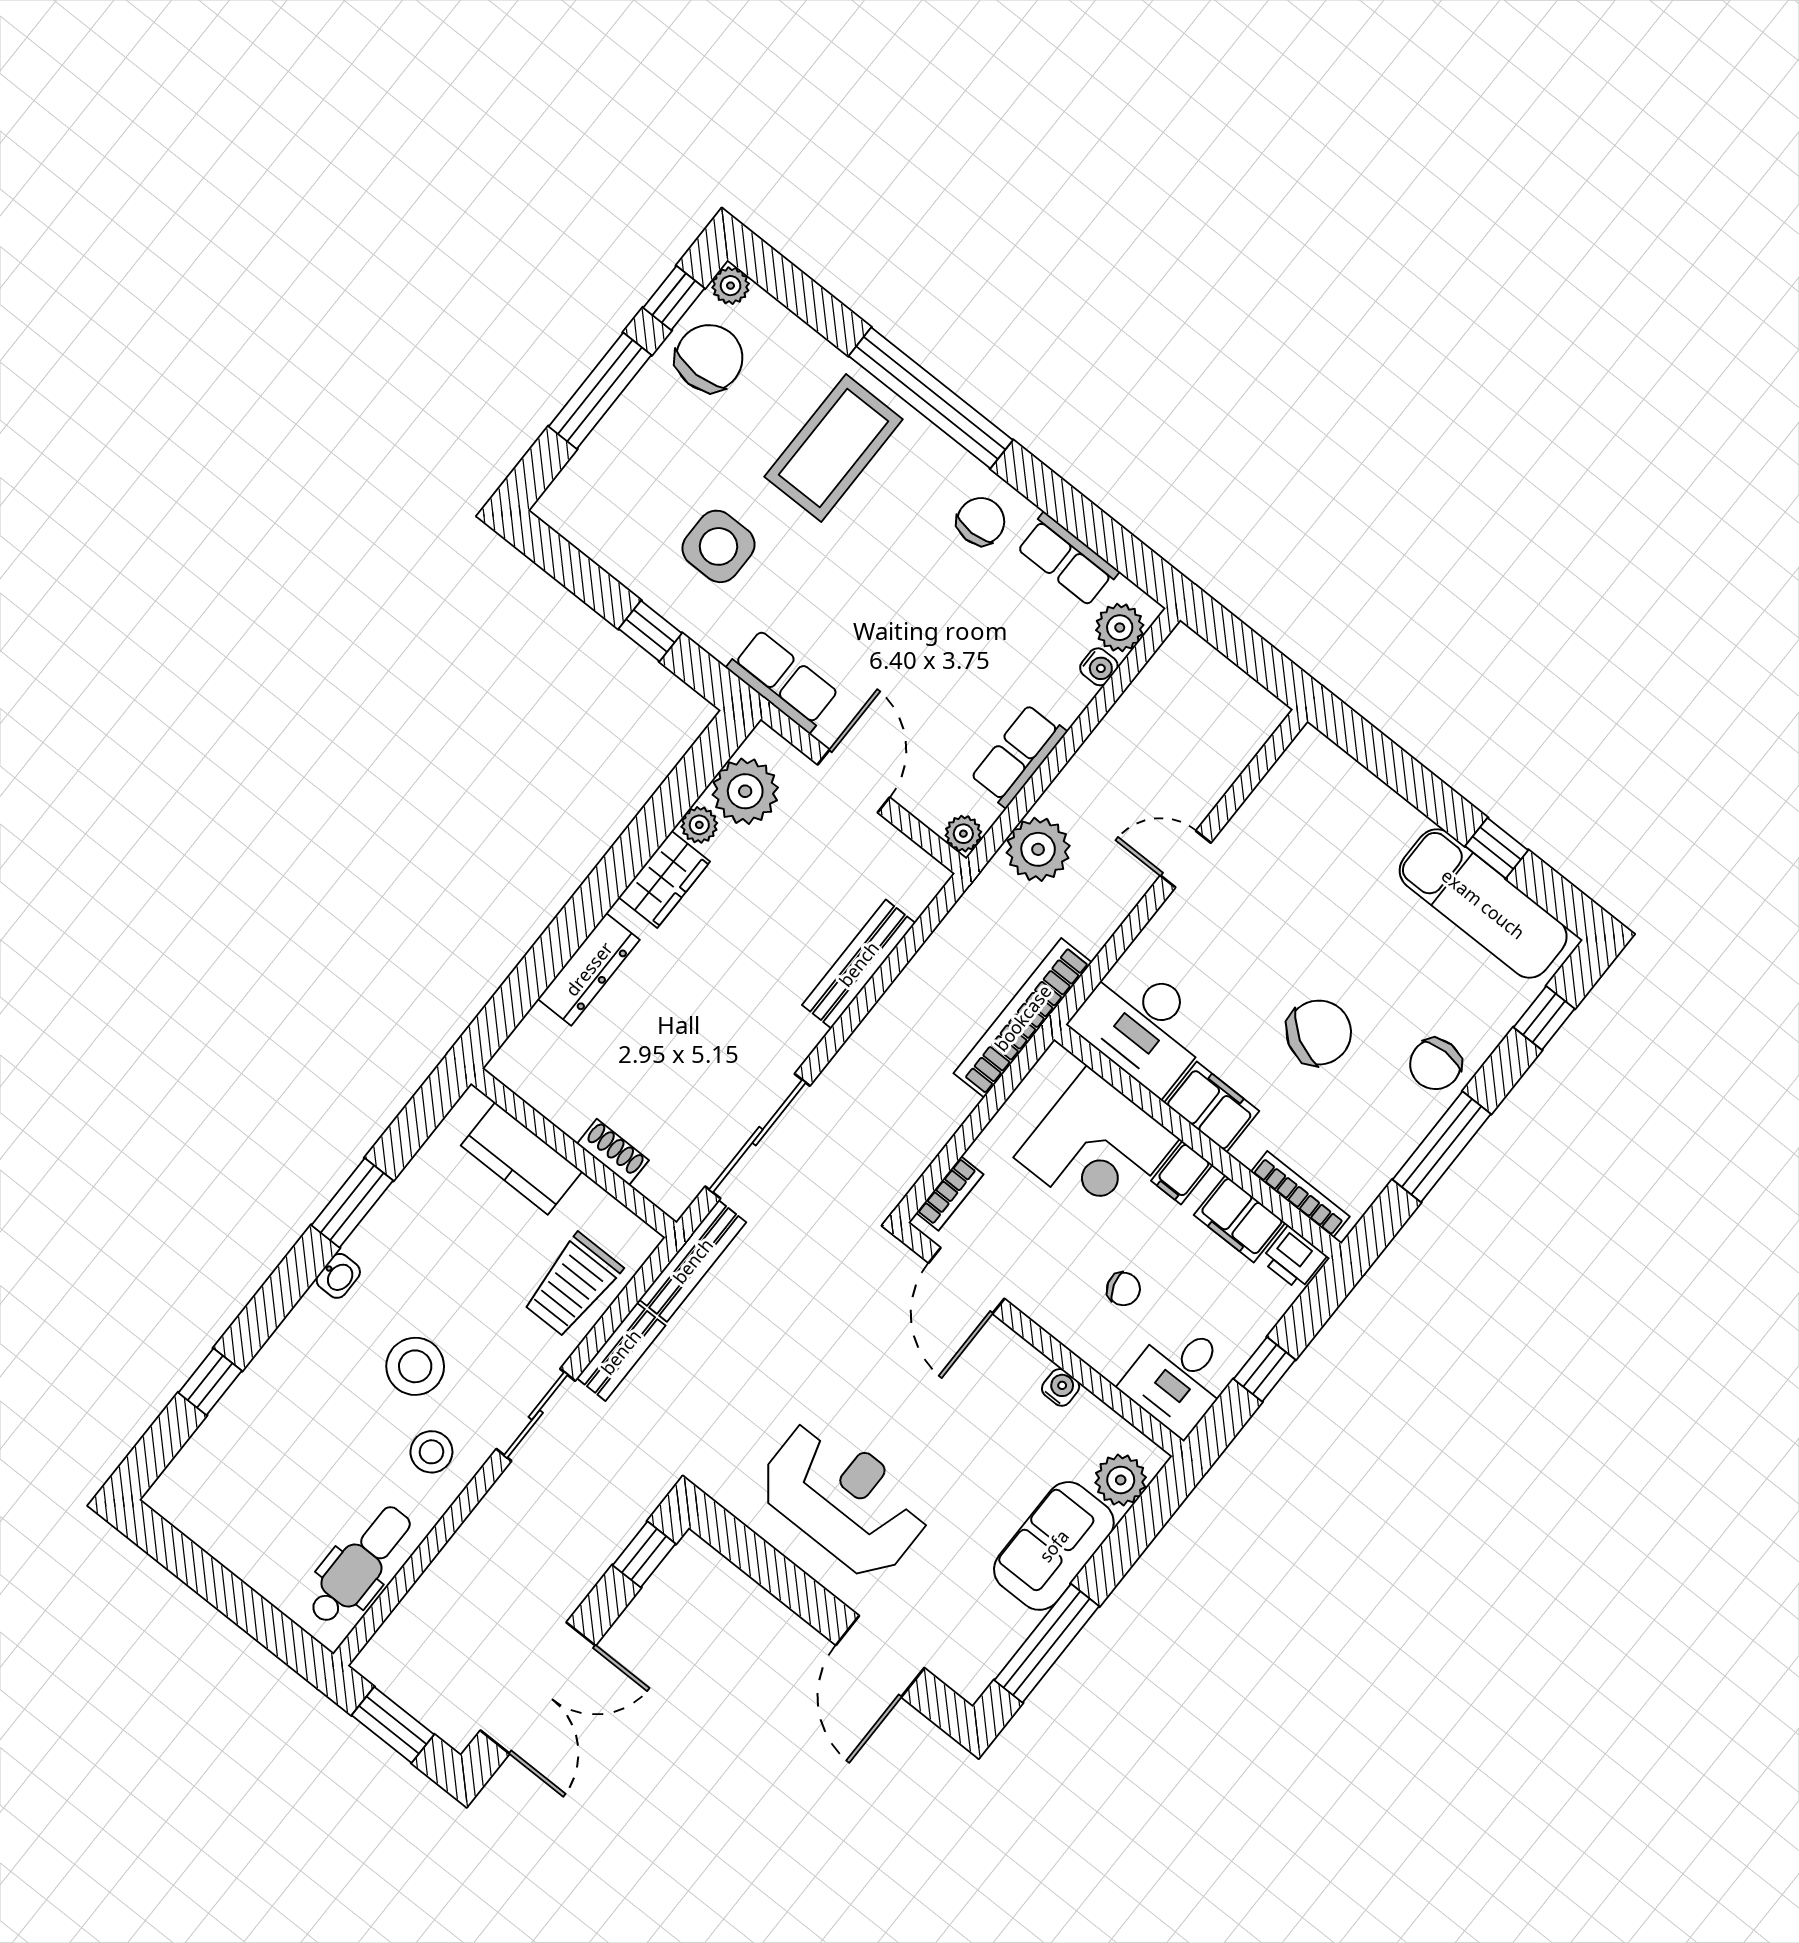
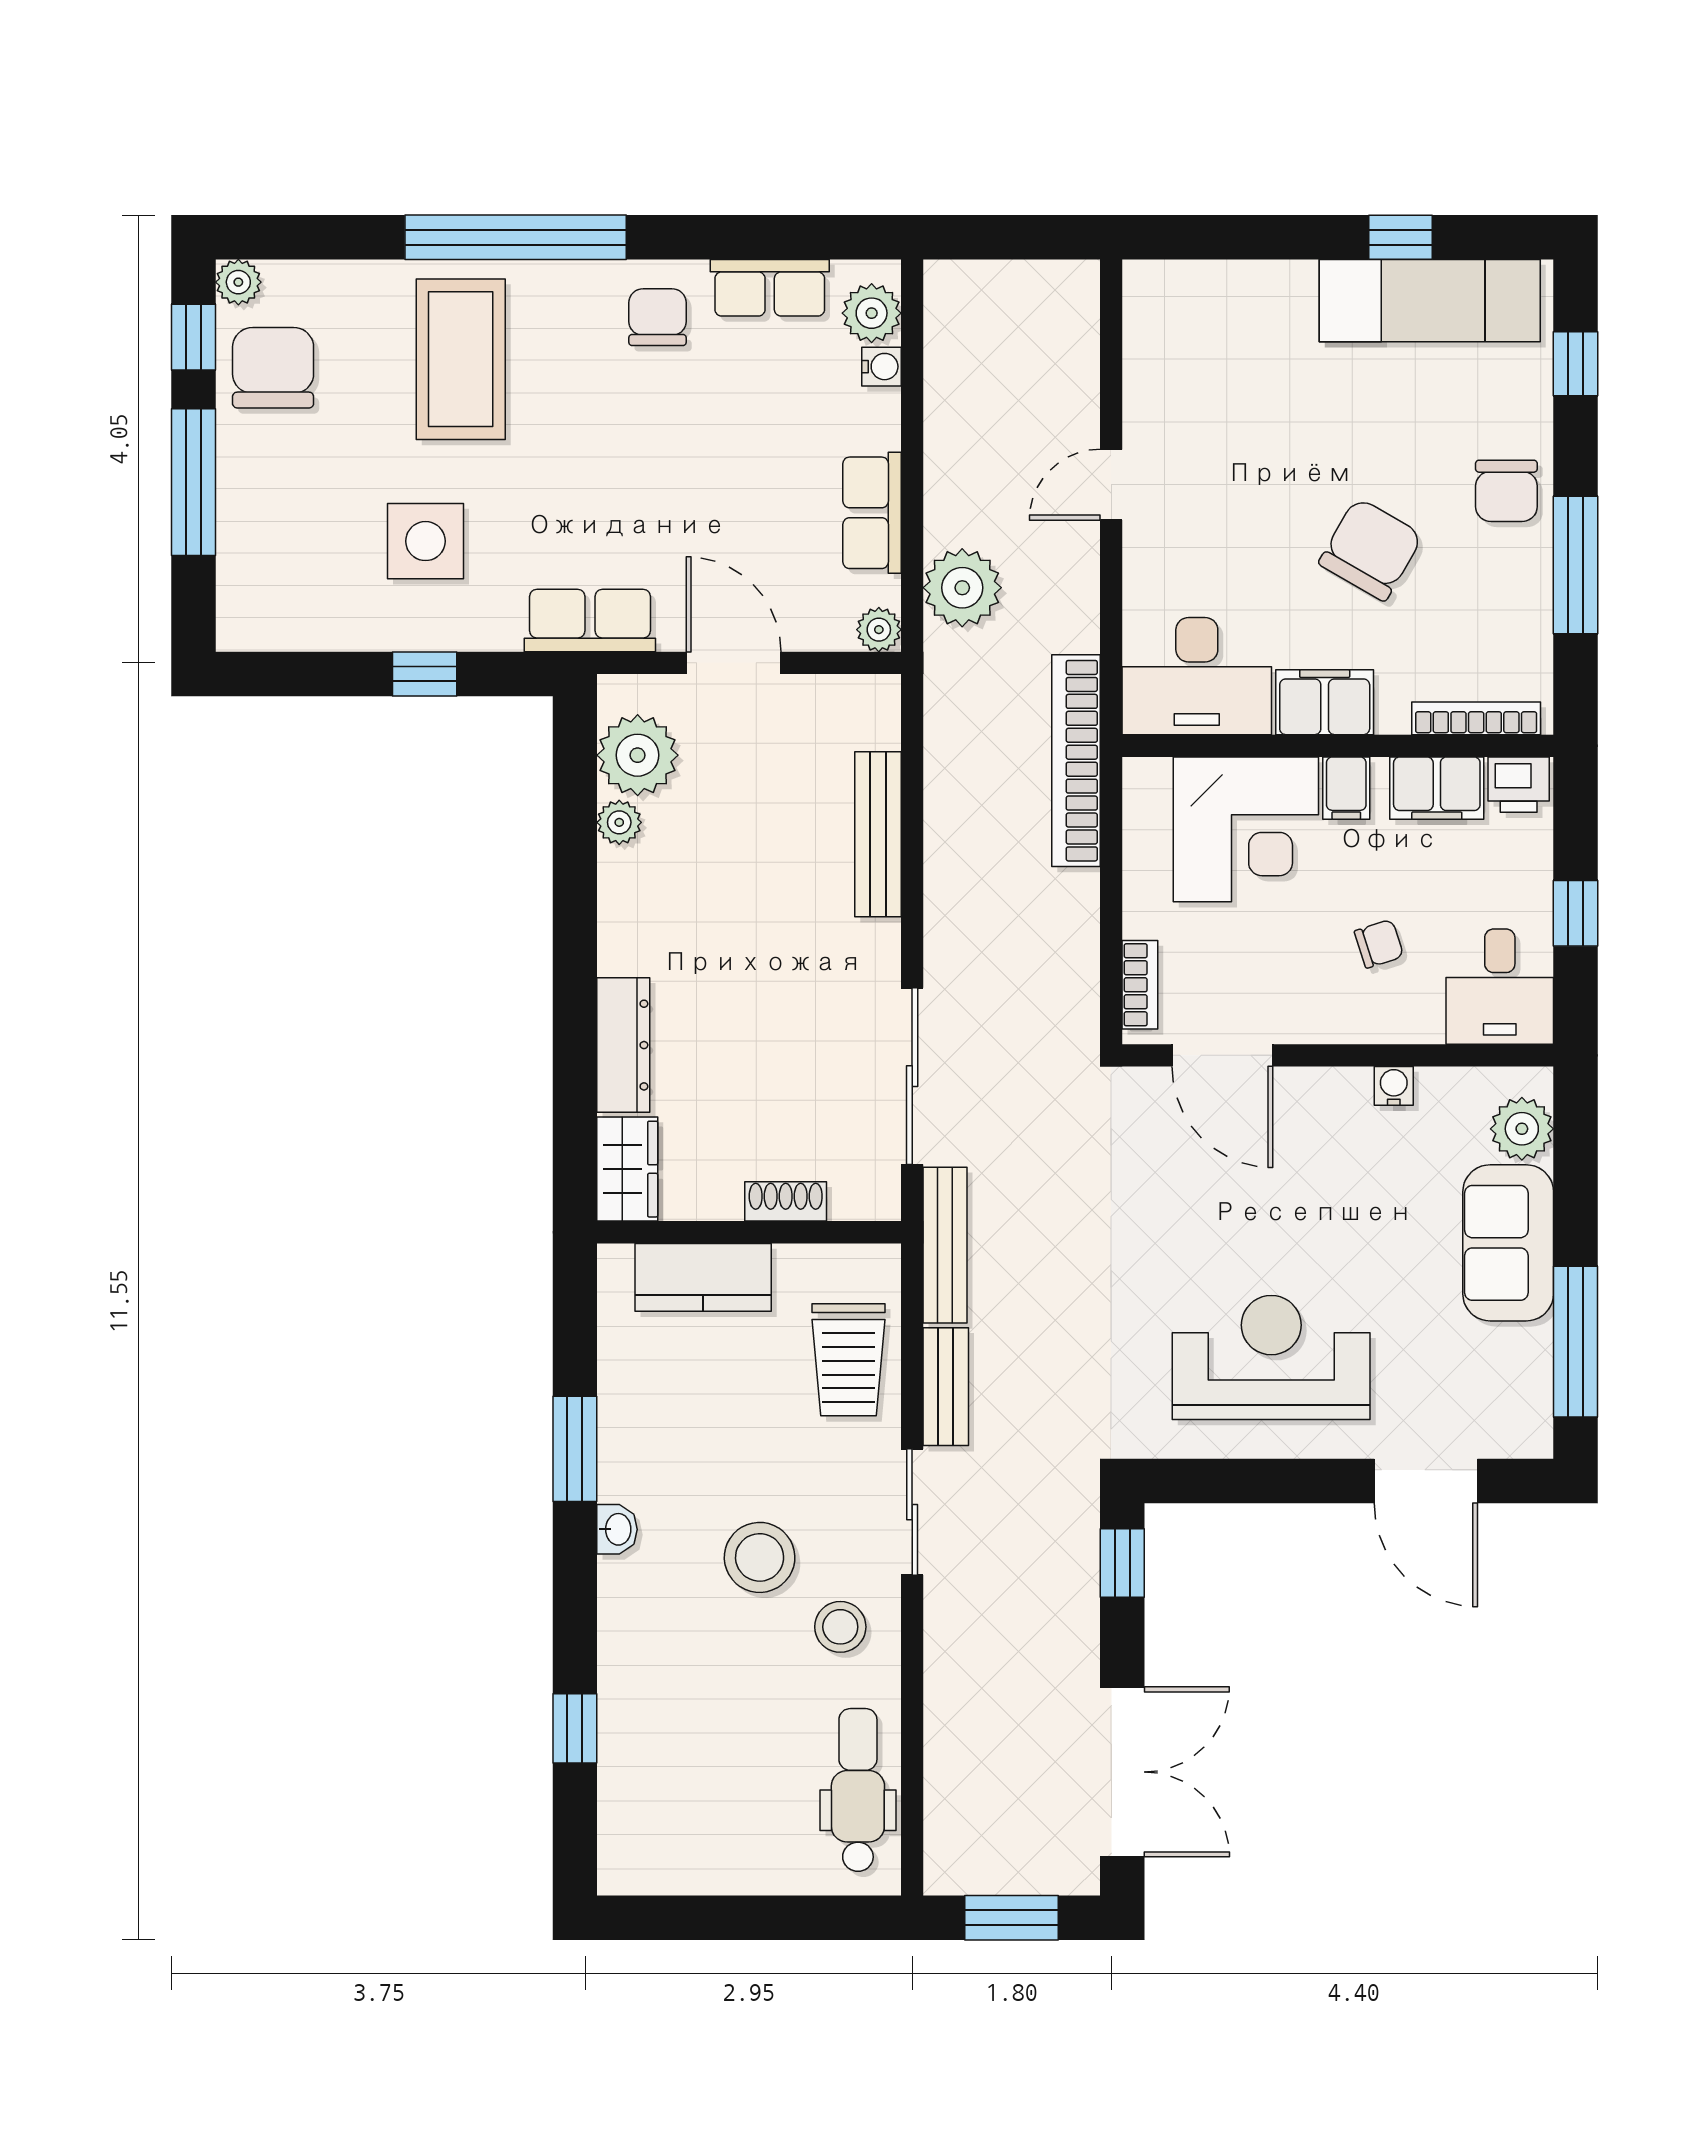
wardrobe: (664, 879) -> (627, 1169), moved

